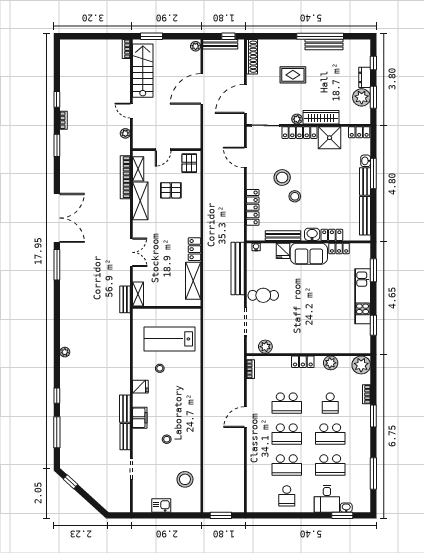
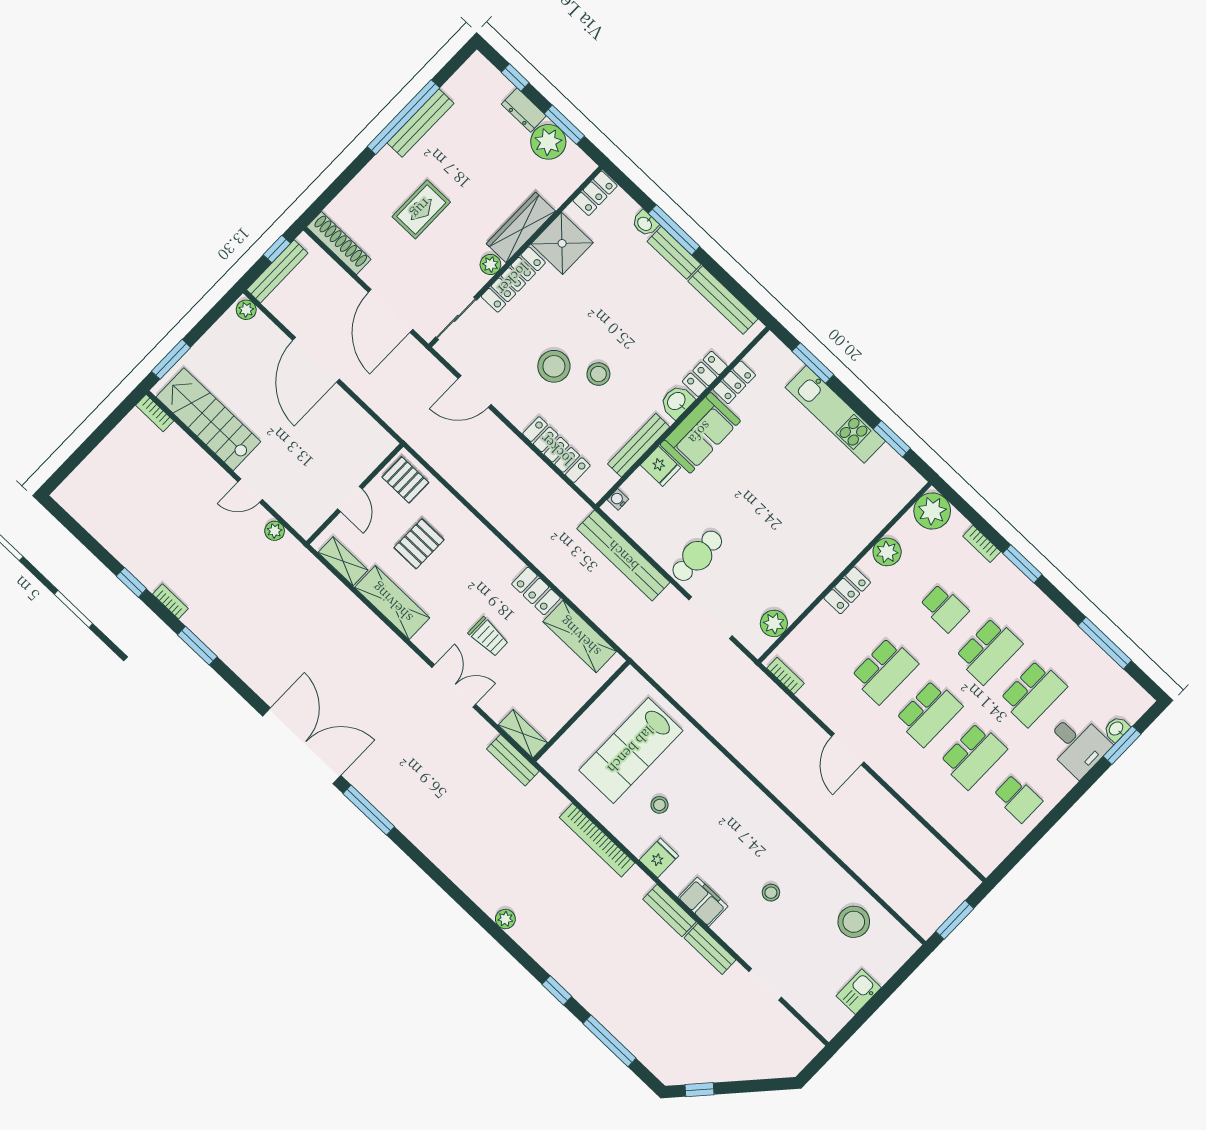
bookcase: (125, 177) -> (597, 840), moved
trolley: (161, 248) -> (488, 637), added

